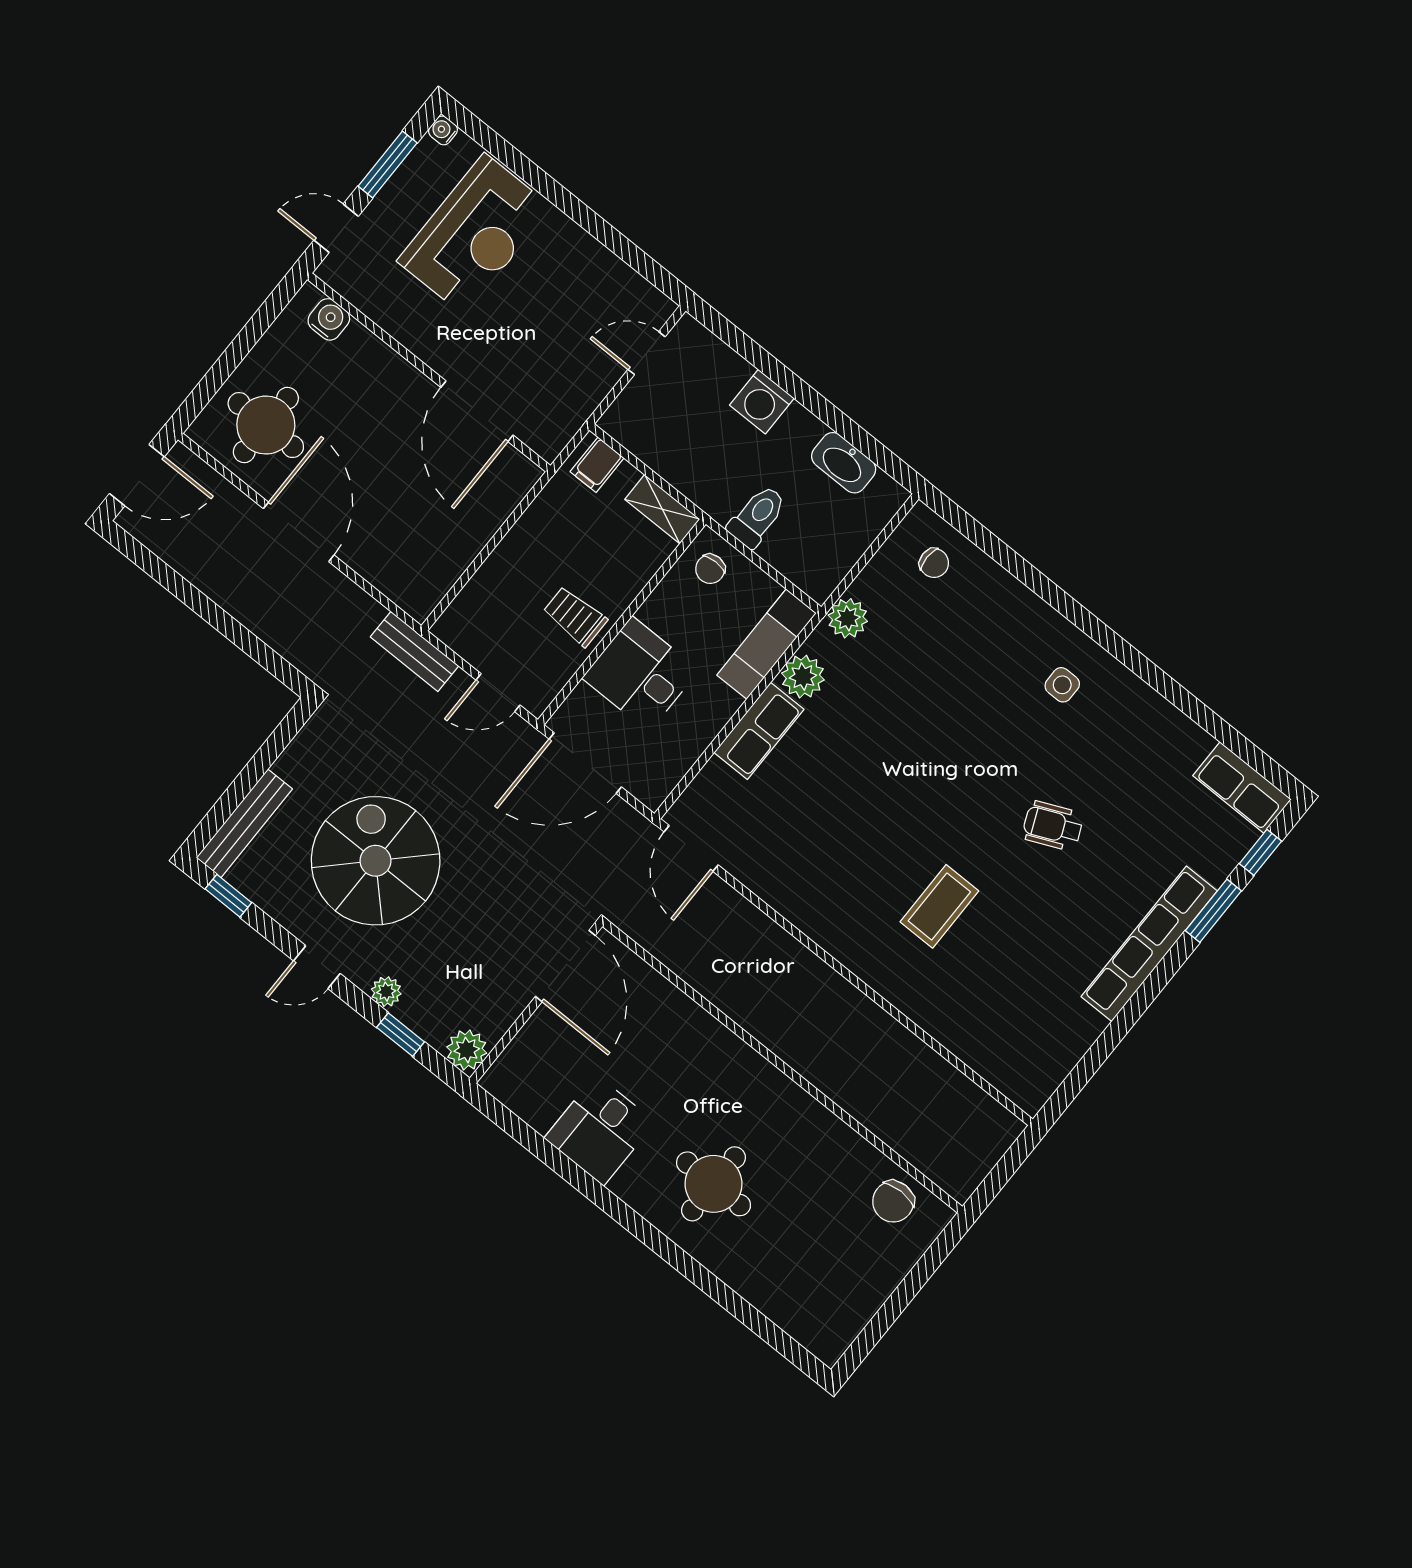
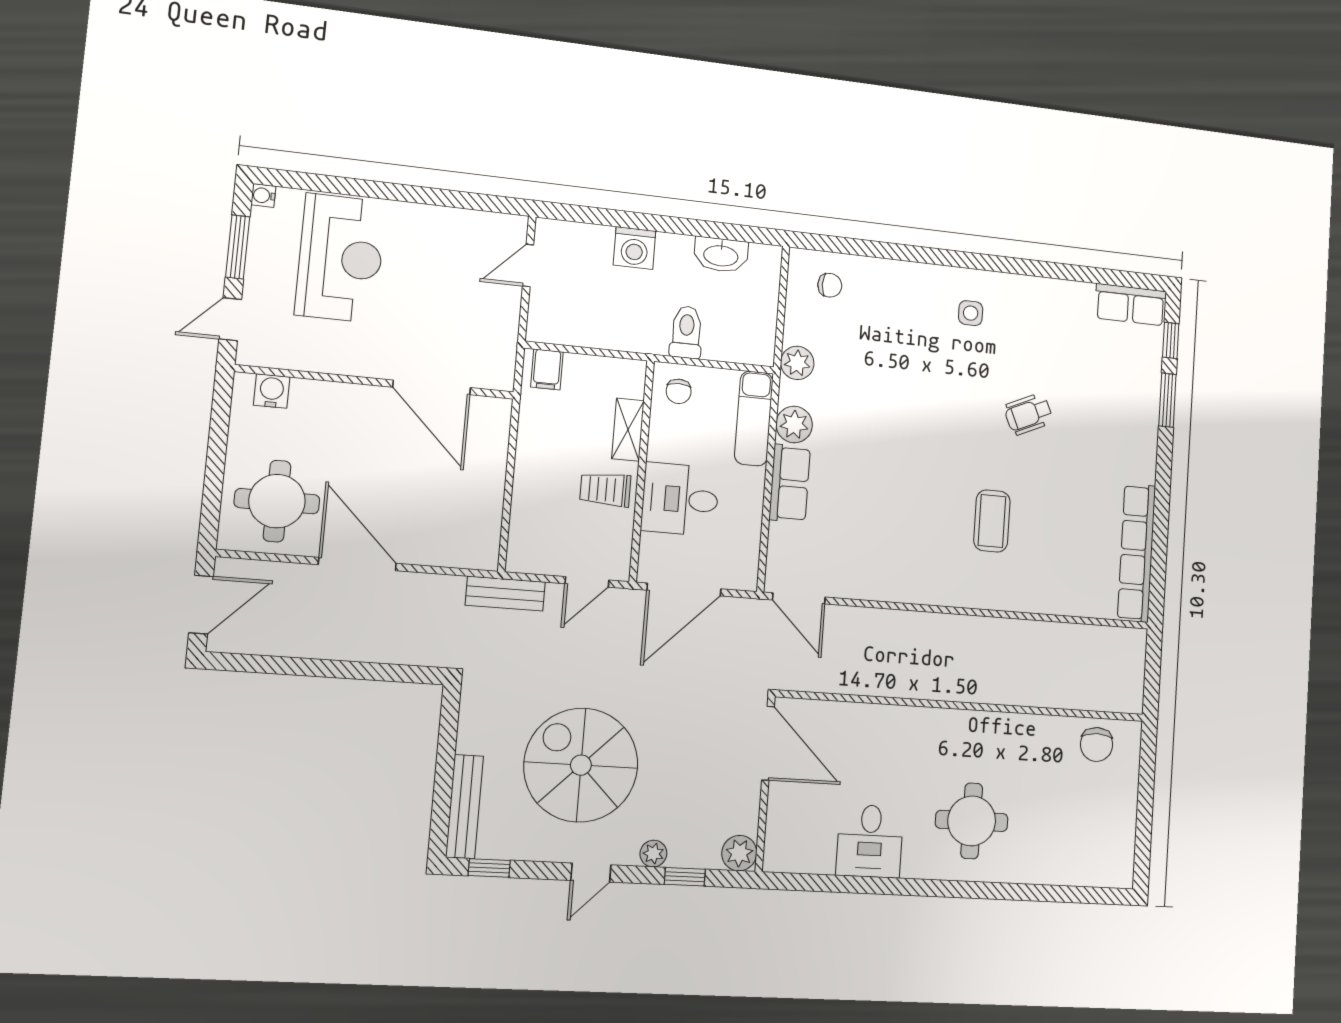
shelving: (662, 509) -> (628, 430), moved, turned 90
row of seats: (1149, 944) -> (1137, 553), moved

